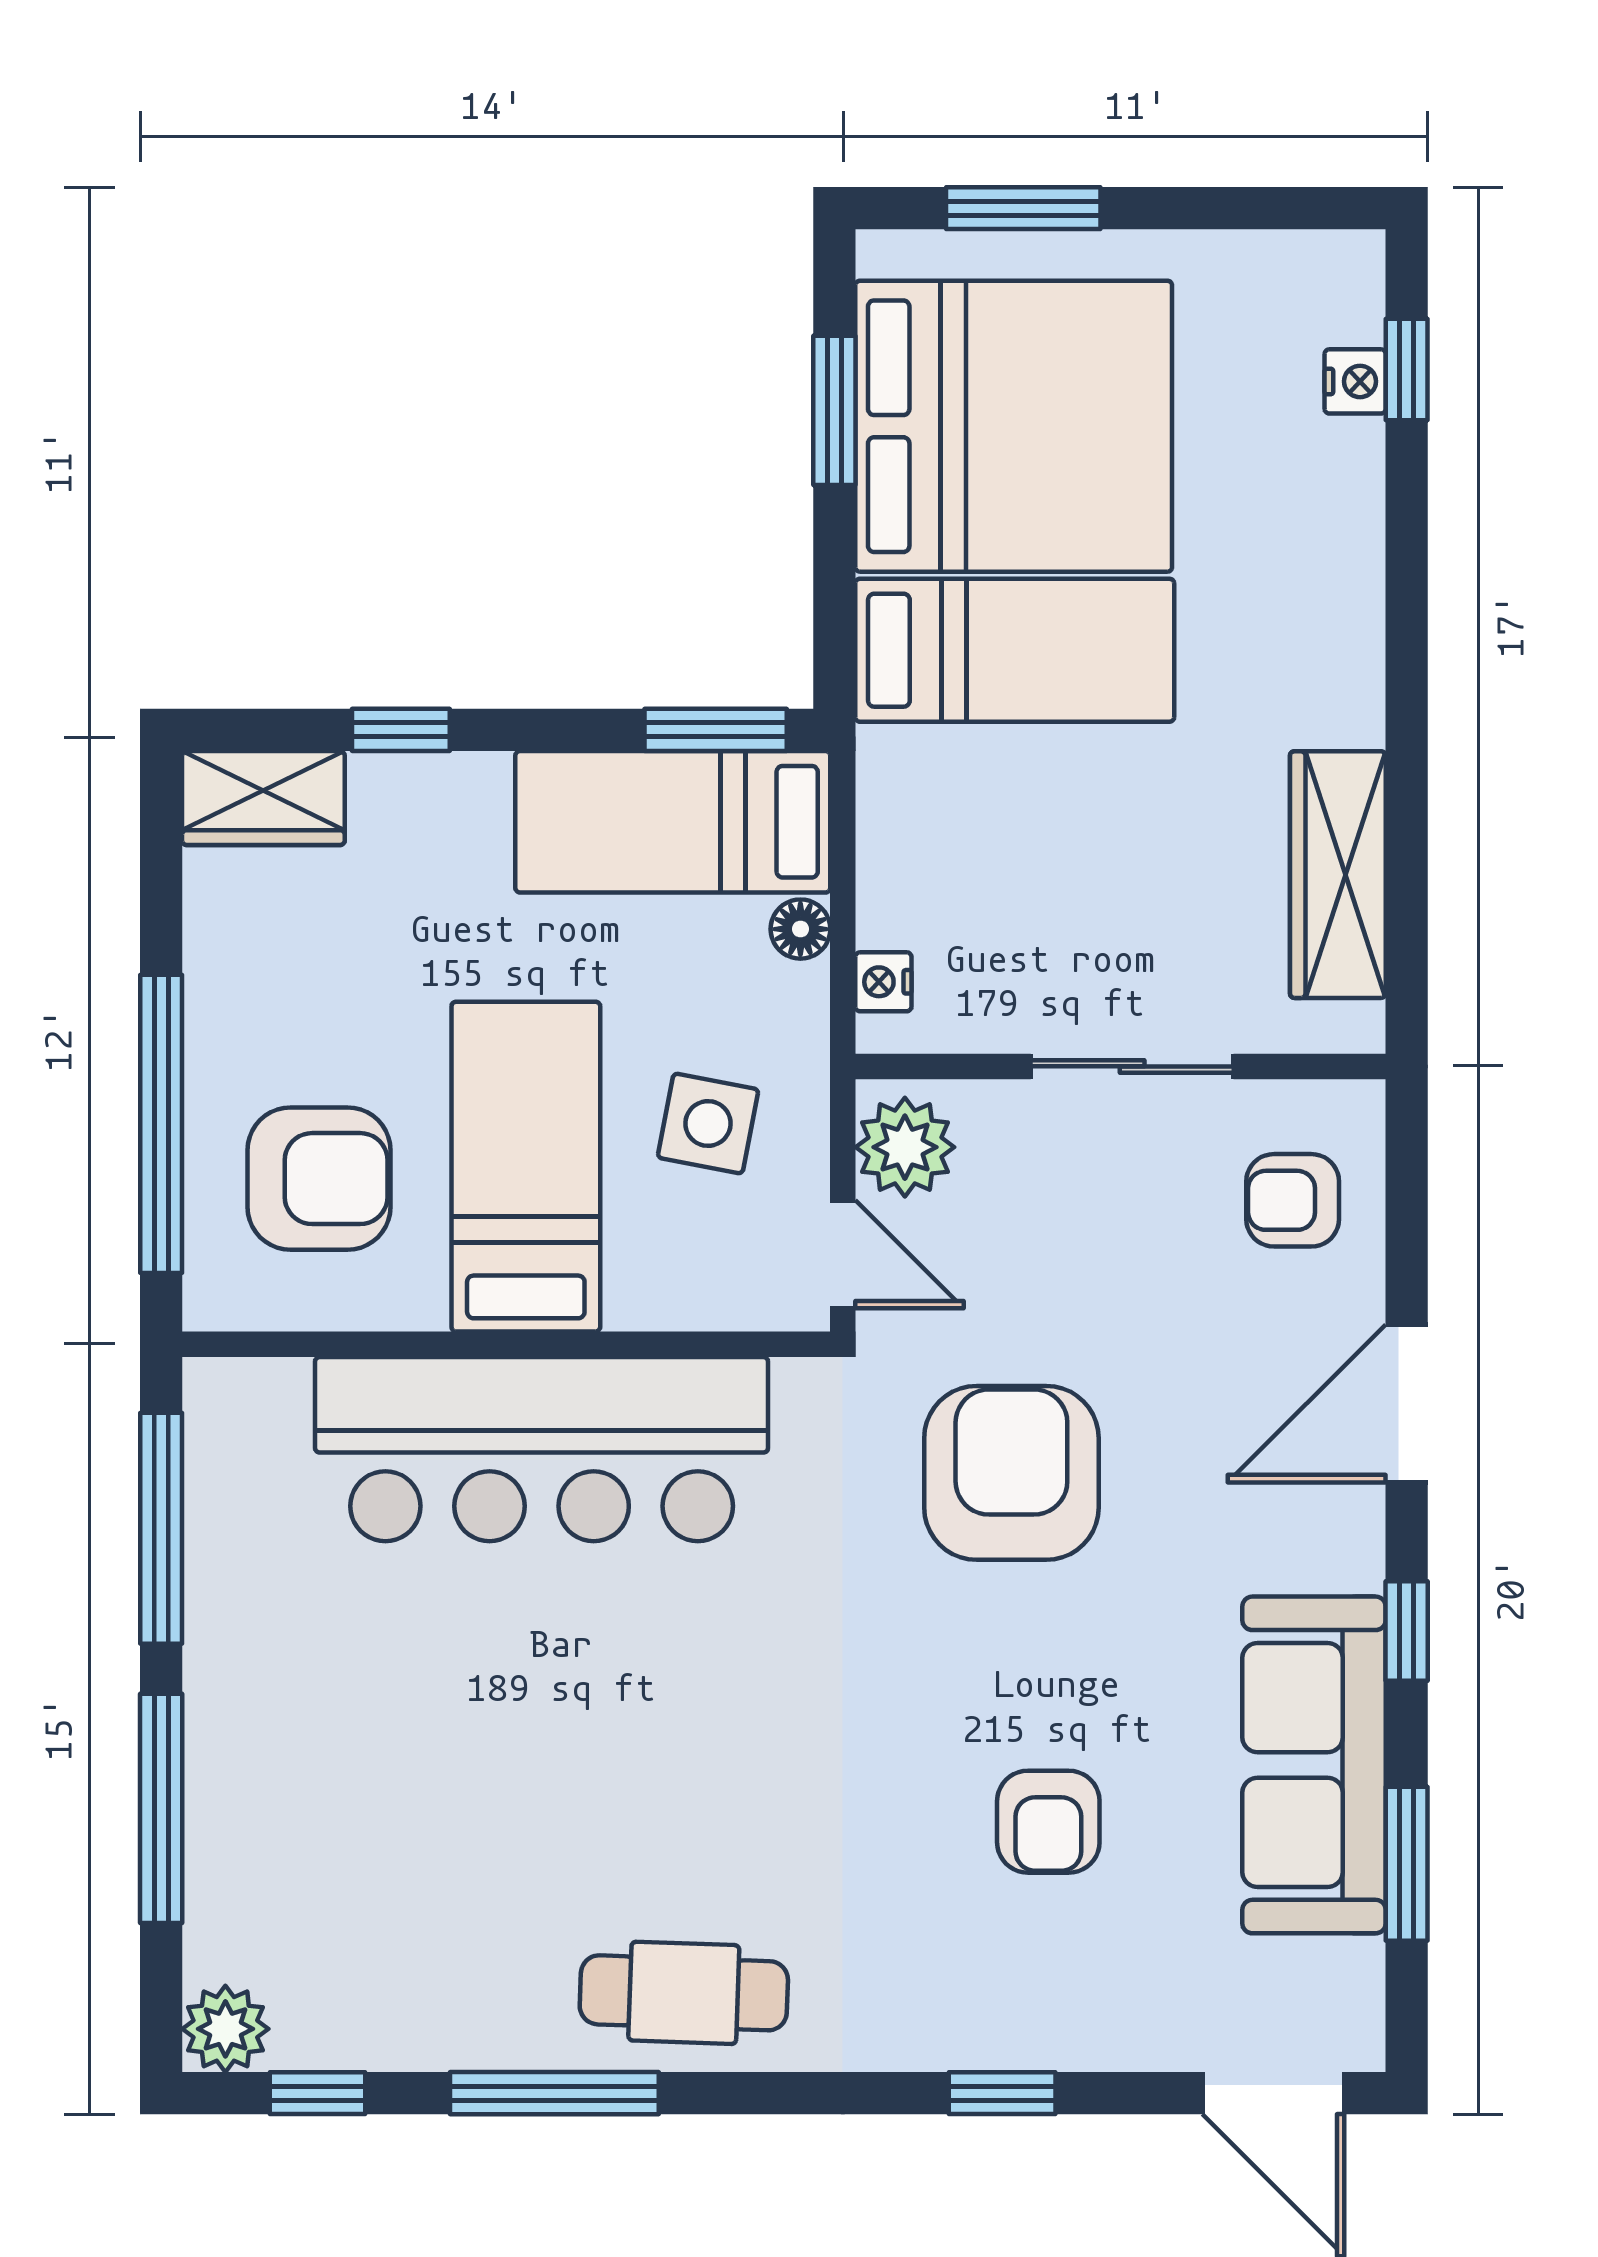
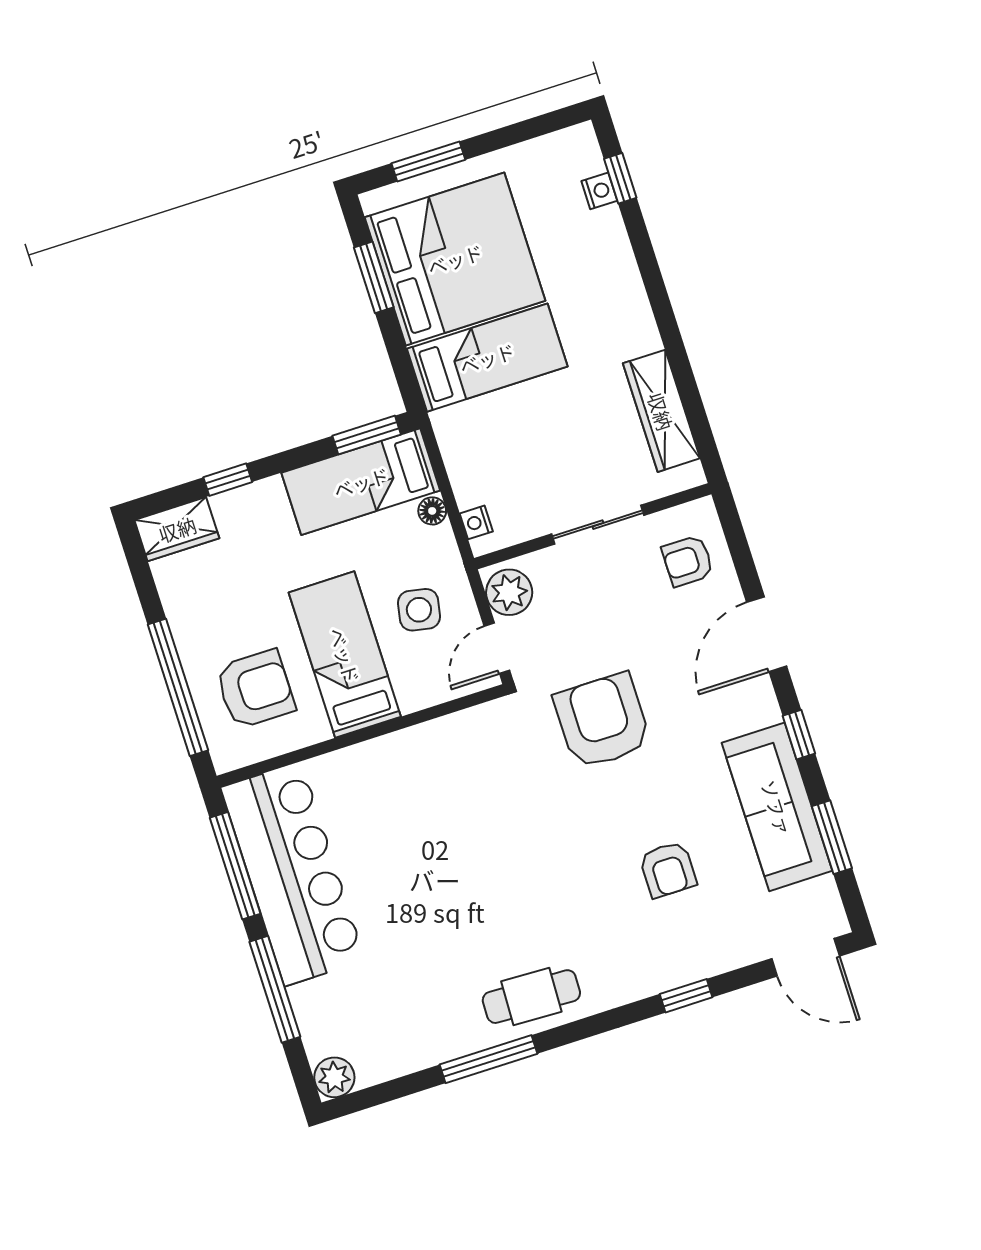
door: (843, 1254) -> (497, 648), swing flipped
bar counter: (542, 1449) -> (293, 874), moved, turned -90
window: (318, 2093) -> (384, 1093), removed

